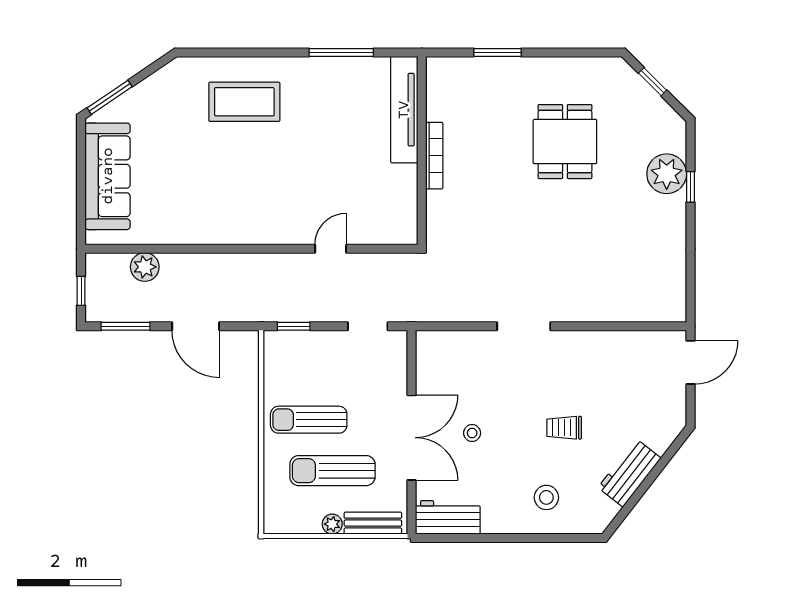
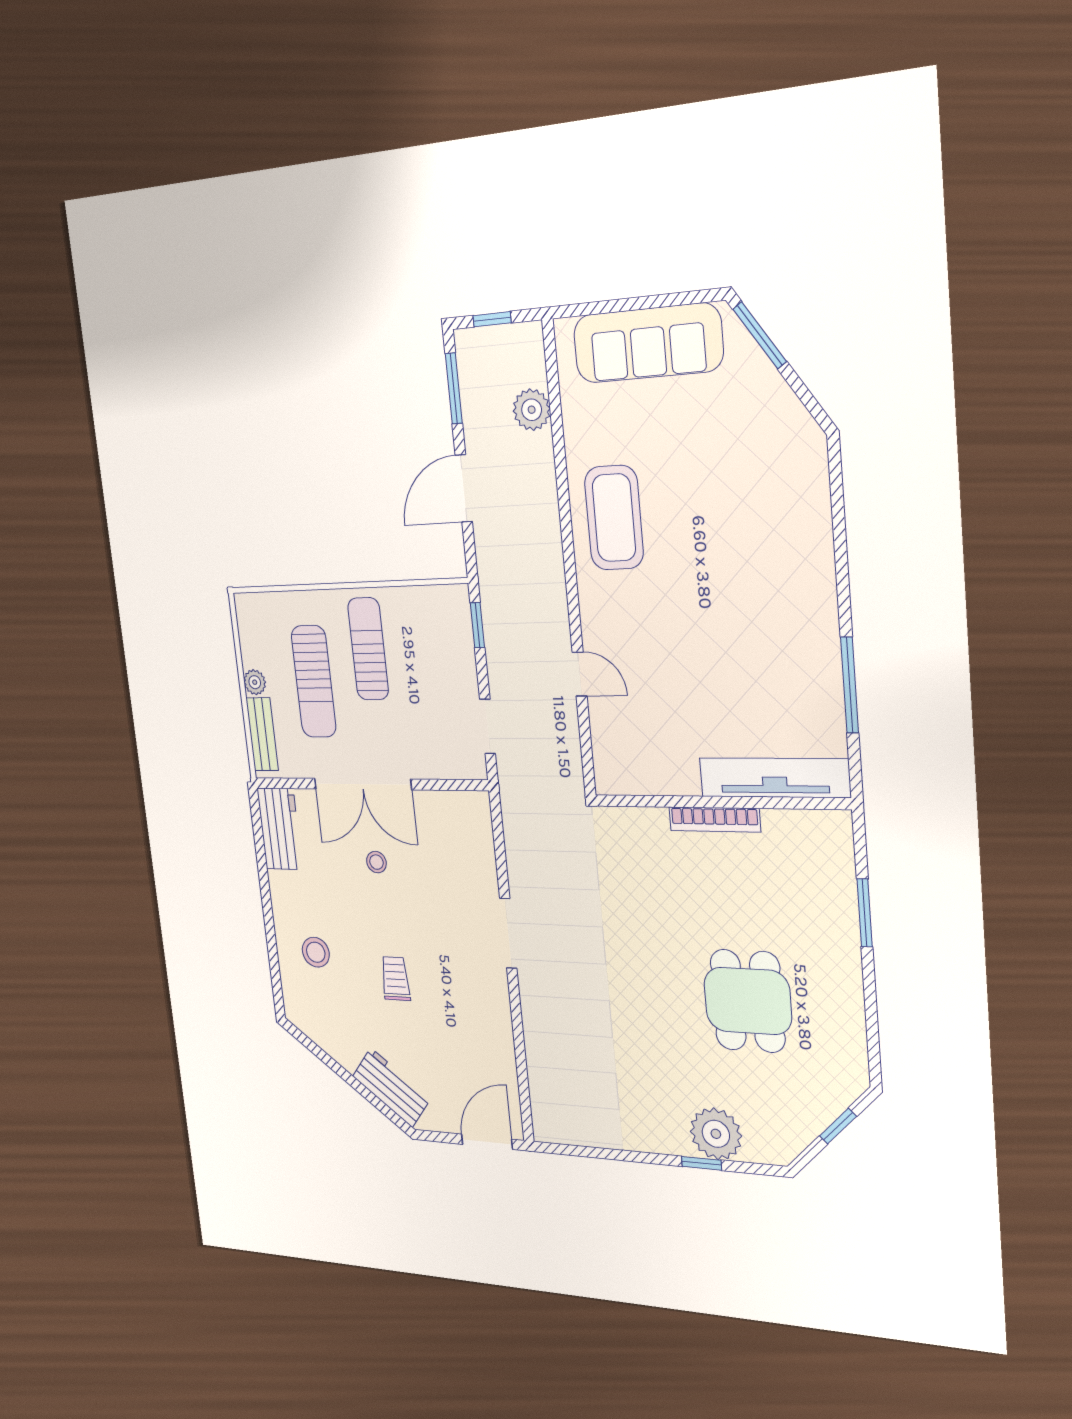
coffee table: (244, 102) -> (614, 518), moved
dining table: (565, 142) -> (748, 1001), turned 90
door: (690, 362) -> (487, 1142), swing flipped
sun lounger: (332, 471) -> (314, 682), turned 180
workbench: (629, 473) -> (391, 1087), moved

